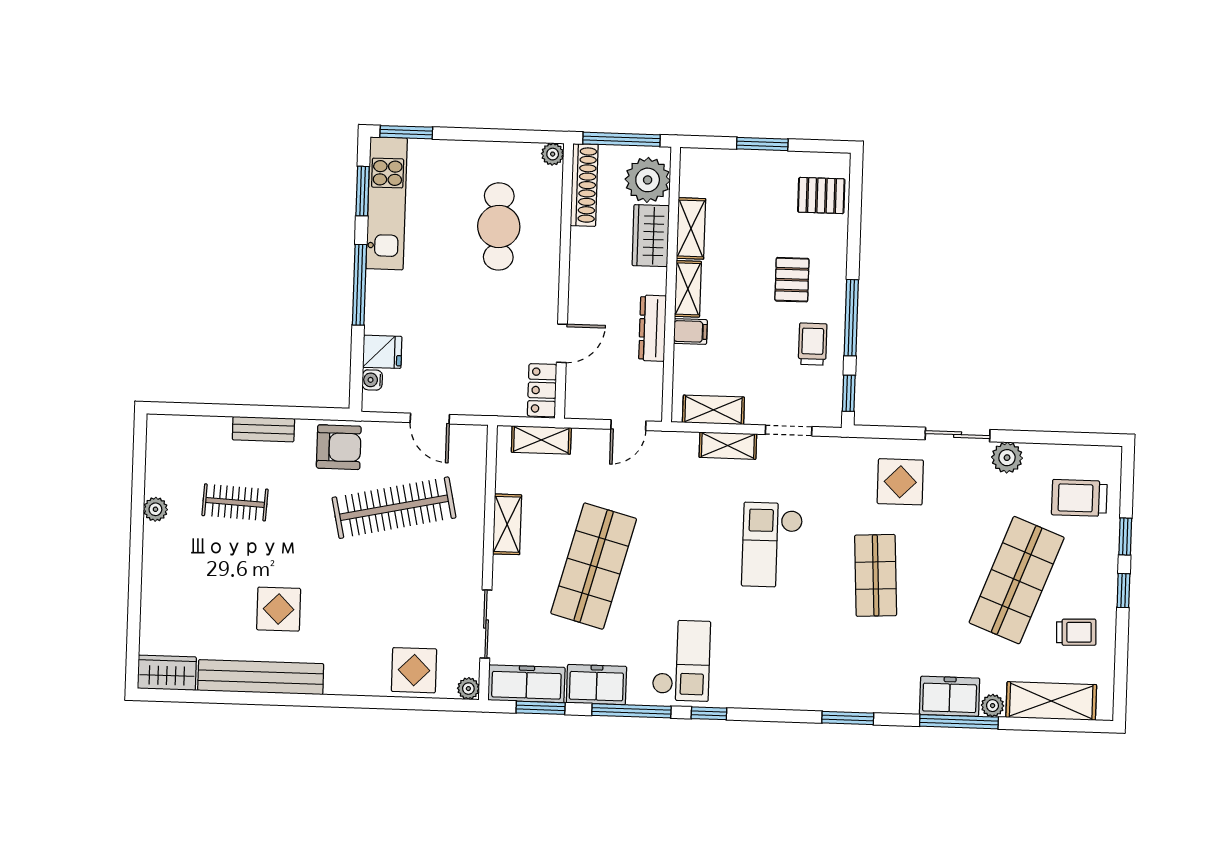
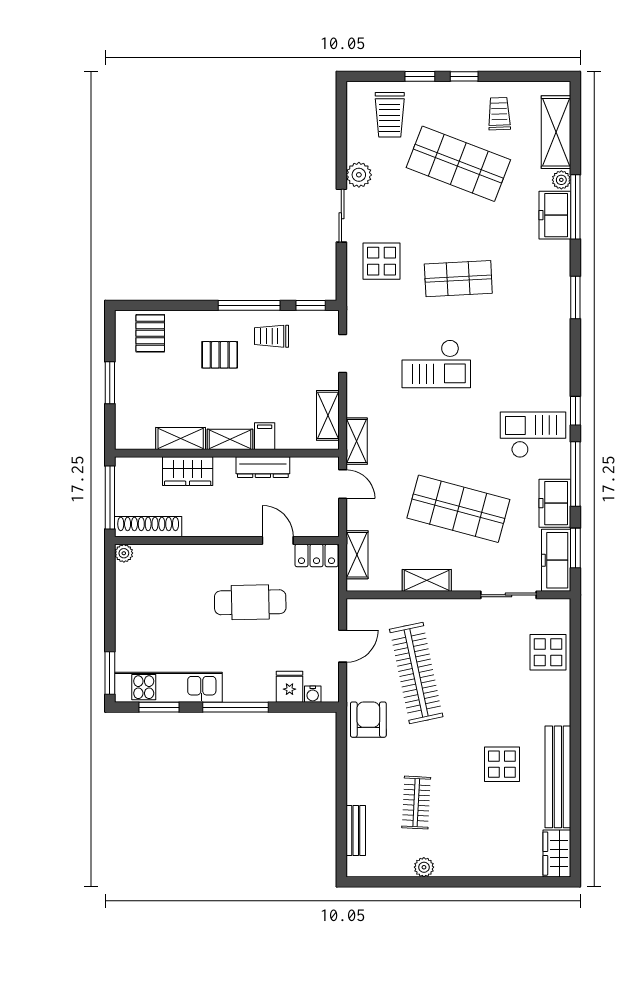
plant: (648, 180) -> (142, 475), removed
cafe table: (499, 226) -> (250, 602), moved
bench: (263, 429) -> (356, 831), moved
shelving: (728, 446) -> (357, 441), moved
plant: (468, 689) -> (562, 607), removed

